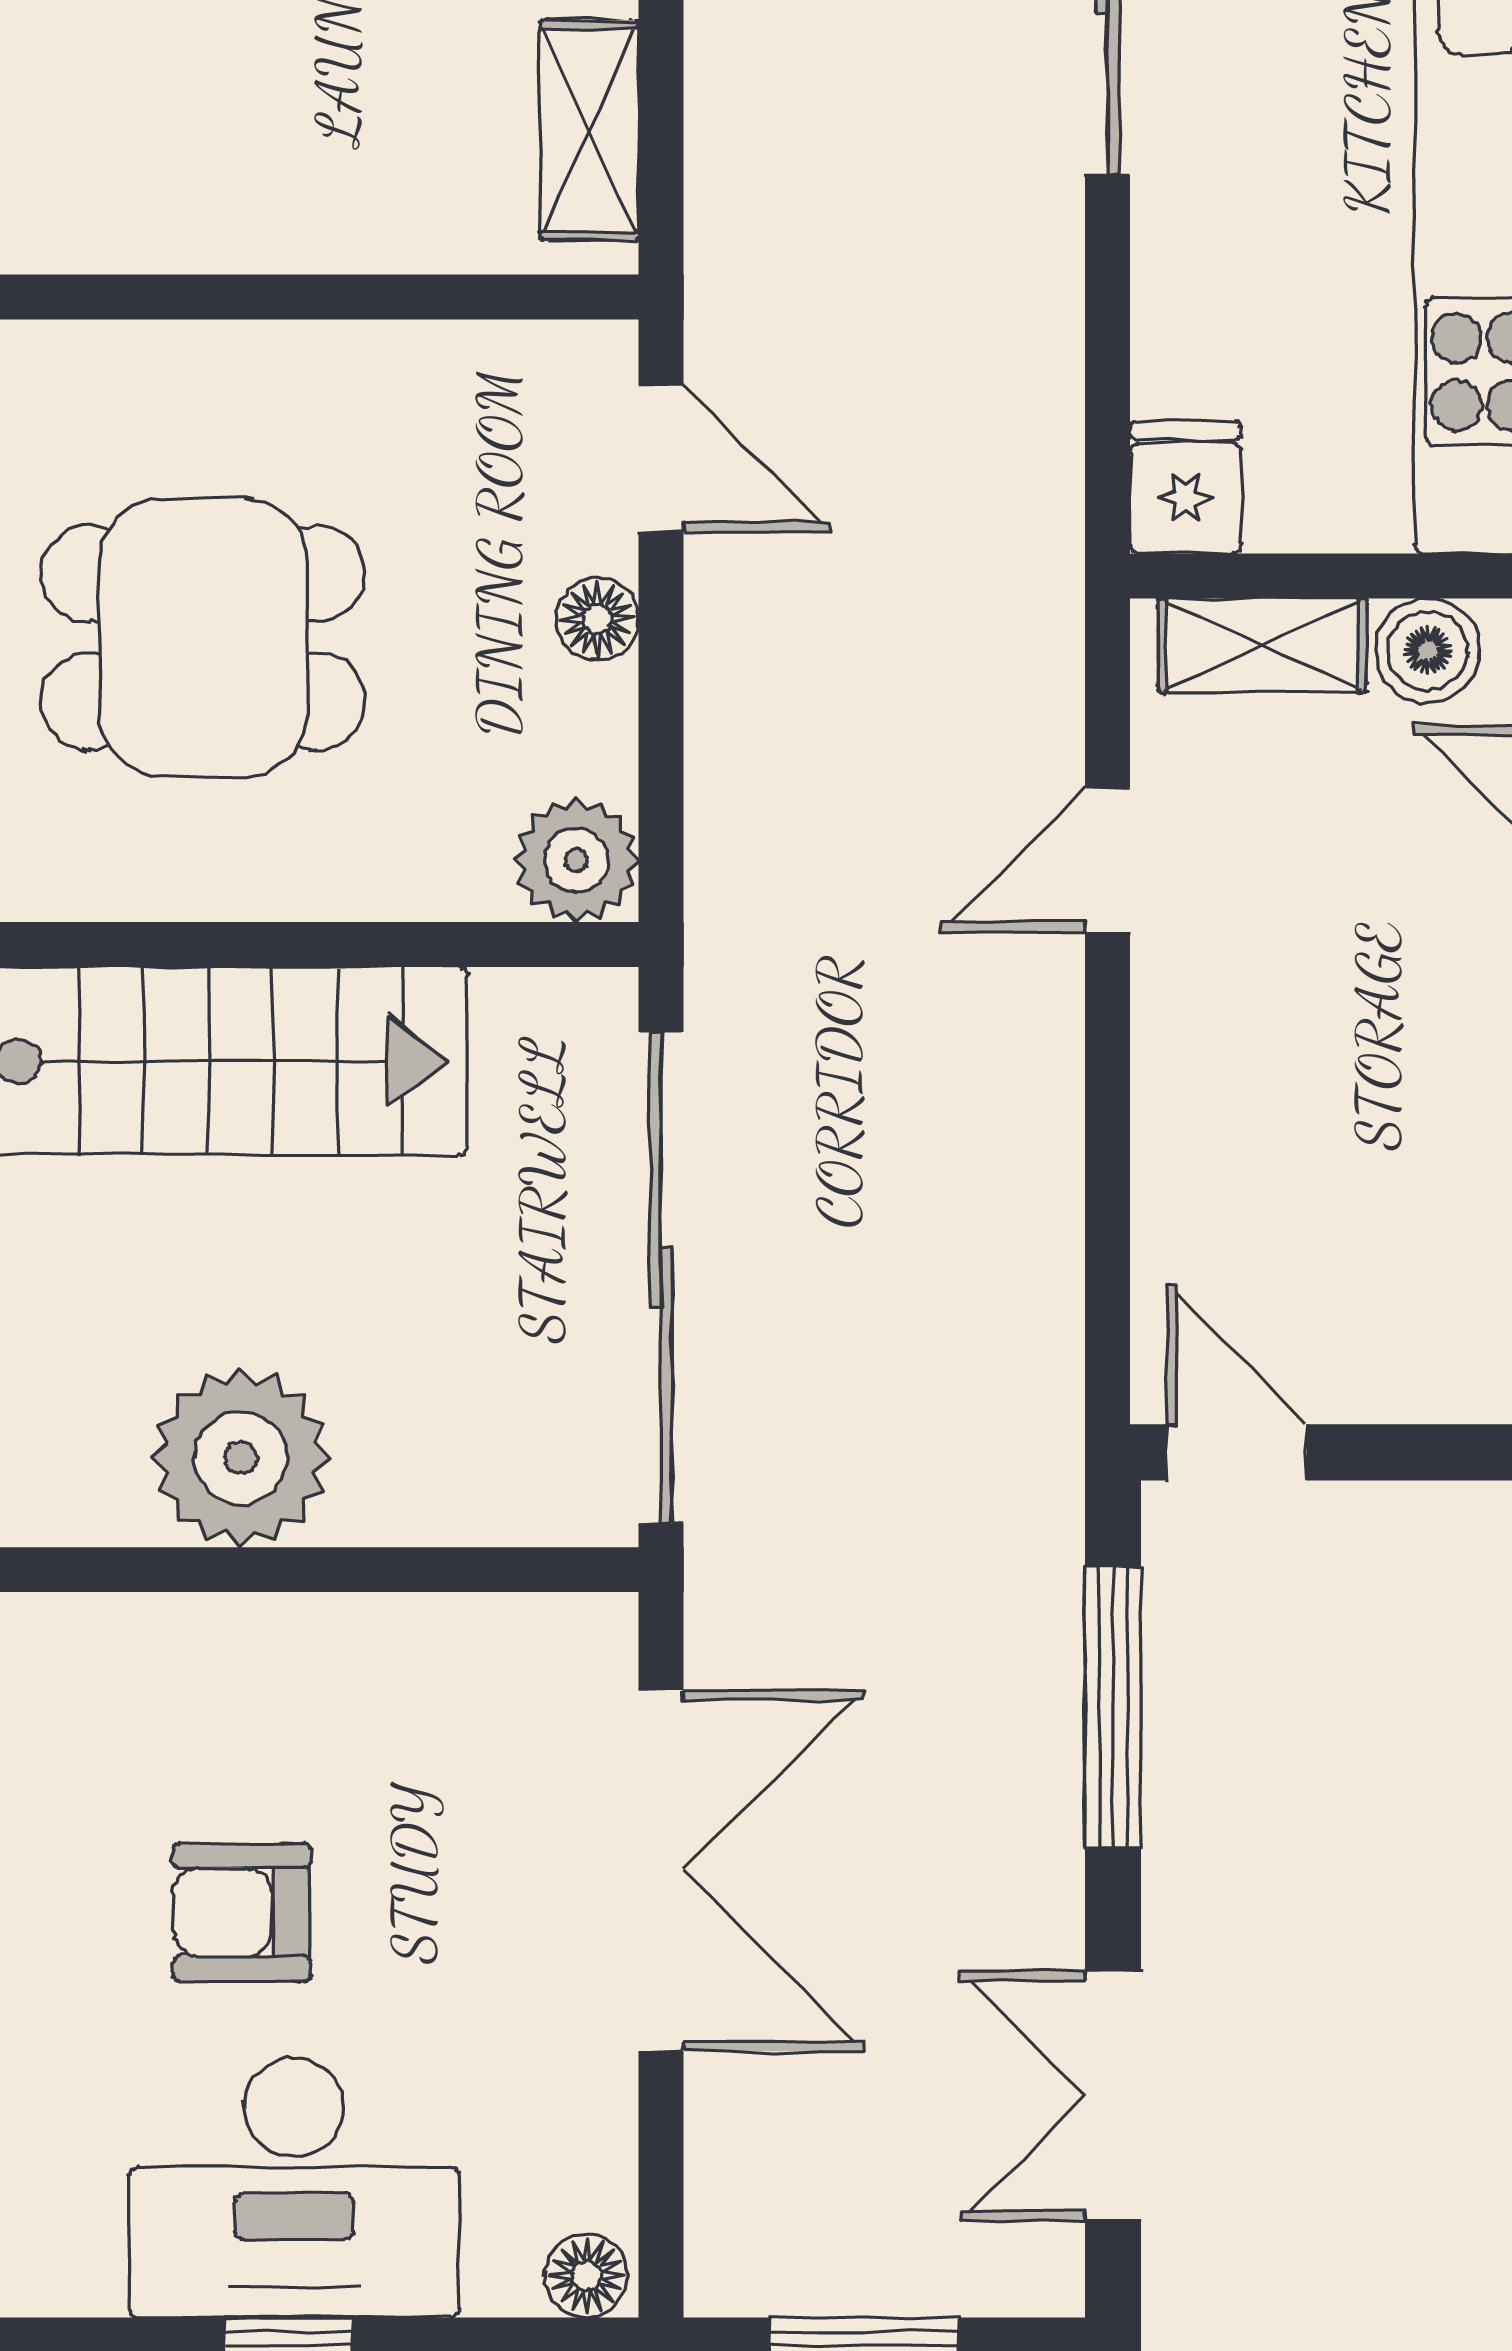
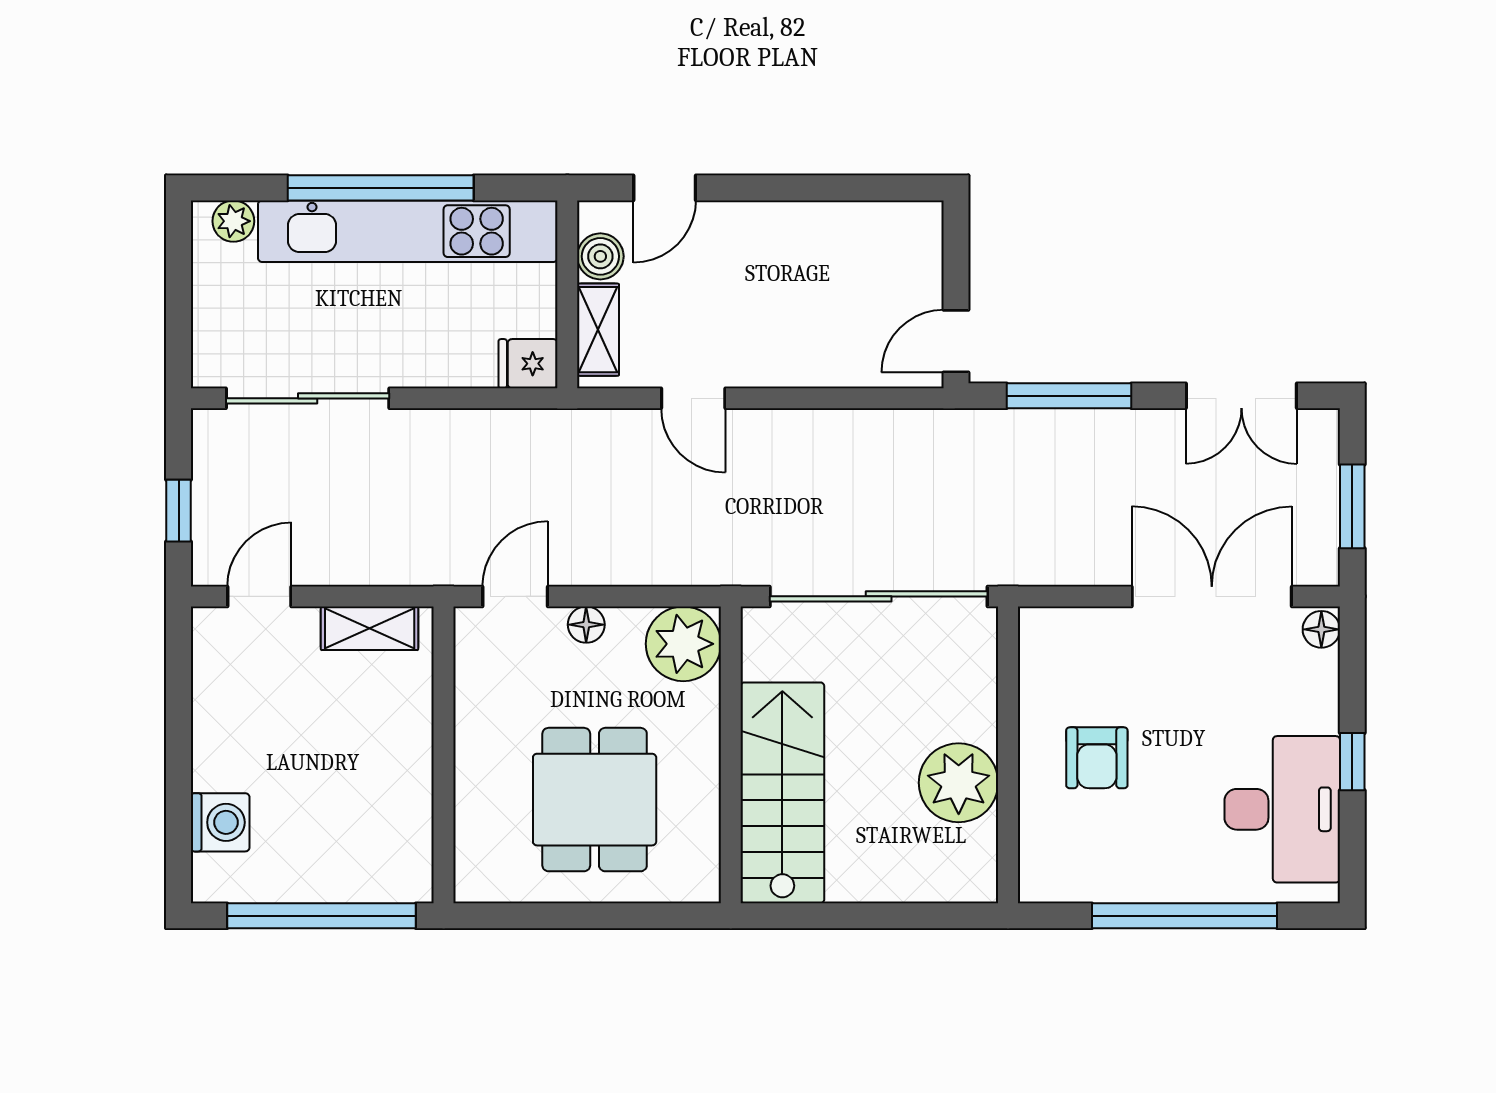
plant: (577, 860) -> (683, 644), width x1.36, depth x1.36
double door: (661, 1871) -> (1212, 596), moved
armchair: (242, 1912) -> (1097, 758), moved
desk: (294, 2188) -> (1282, 809), moved

